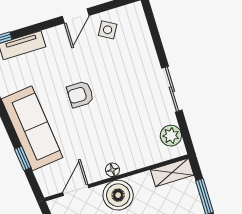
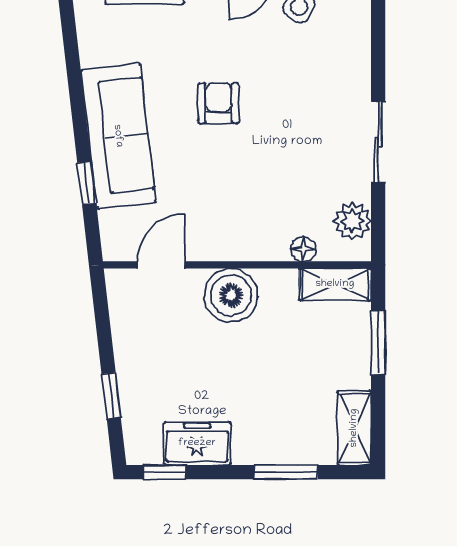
armchair: (80, 94) -> (219, 103), turned 90
floor lamp: (112, 170) -> (303, 249), moved

